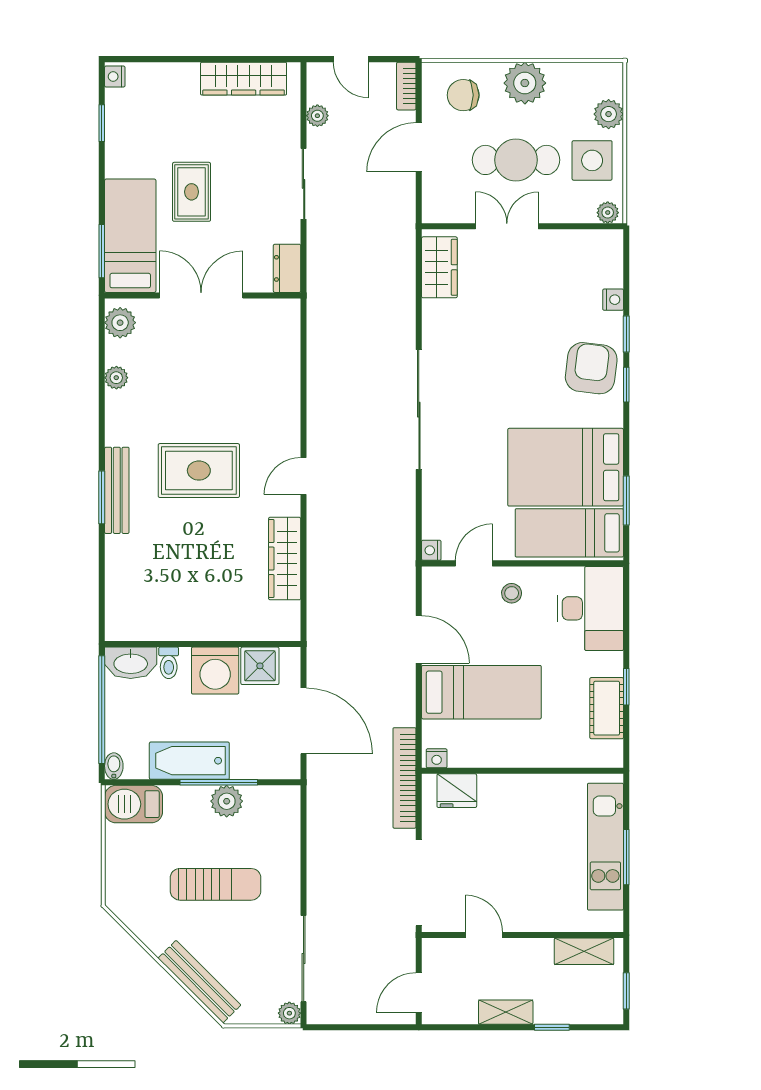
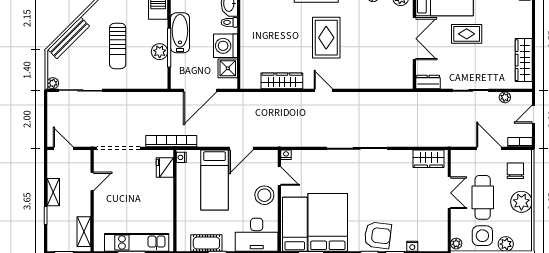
stool: (512, 593) -> (264, 195), width x1.89, depth x1.89

